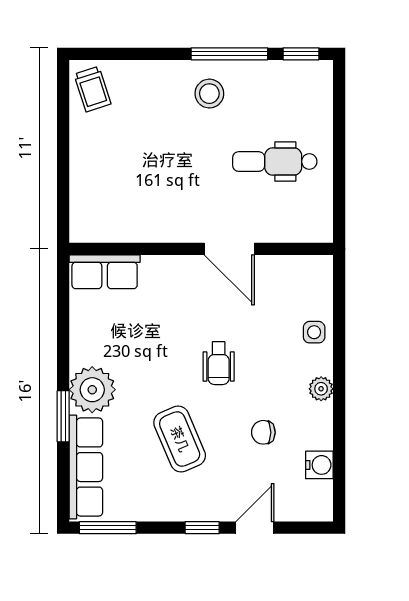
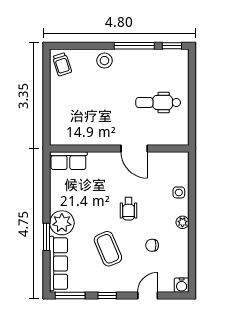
stool: (209, 94) -> (104, 61), moved
water cooler: (319, 465) -> (182, 285), moved, turned 90
window: (202, 528) -> (107, 296), moved

